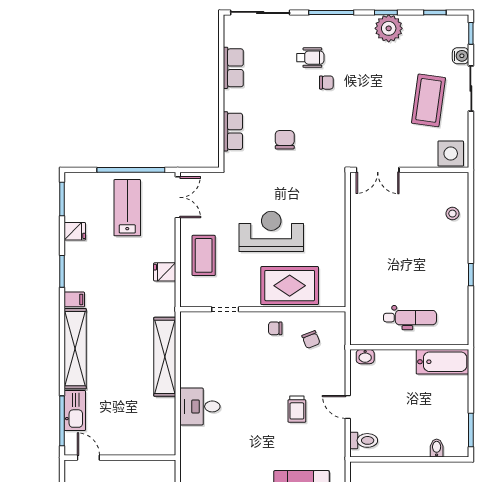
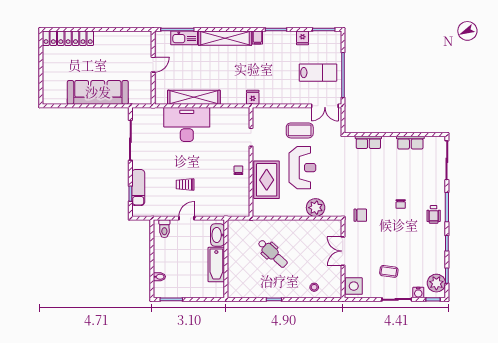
plant: (389, 28) -> (436, 283), moved
wheelchair: (310, 58) -> (434, 214), moved
coffee table: (429, 100) -> (389, 271), width x0.54, depth x0.58
chair: (285, 140) -> (360, 215), moved
double door: (378, 170) -> (343, 251), moved
plant: (332, 211) -> (316, 208), added
coffee table: (204, 255) -> (300, 130), moved
fridge: (165, 272) -> (253, 97), moved
dental chair: (410, 318) -> (273, 254), moved, turned -47
chair: (311, 340) -> (231, 194), removed
shelving: (165, 357) -> (194, 97), moved
washbasin: (365, 357) -> (218, 235), width x1.91, depth x1.45
bathtub: (442, 362) -> (216, 264), moved
desk: (200, 406) -> (187, 124), width x1.87, depth x1.30
door: (88, 458) -> (153, 65), moved

